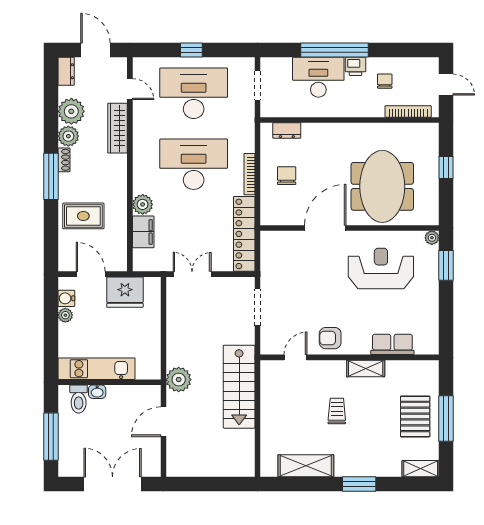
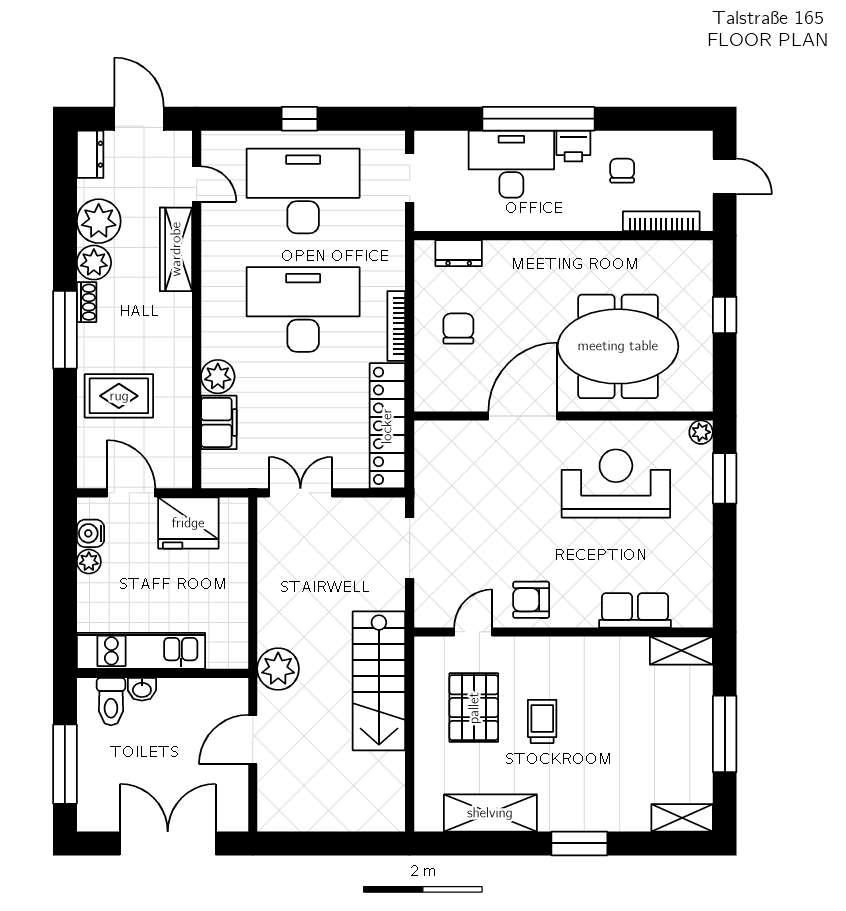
meeting table: (382, 186) -> (618, 346), turned 90
shelving: (366, 369) -> (681, 651), moved
pallet: (415, 416) -> (474, 708), moved

